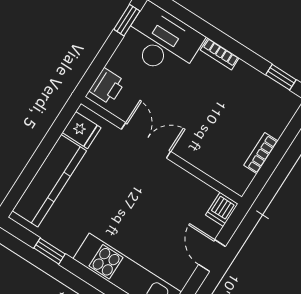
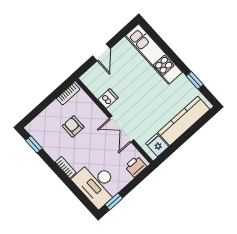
armchair: (225, 123) -> (73, 126), added
bookcase: (261, 153) -> (68, 94), moved
dishwasher: (222, 209) -> (108, 99), moved

